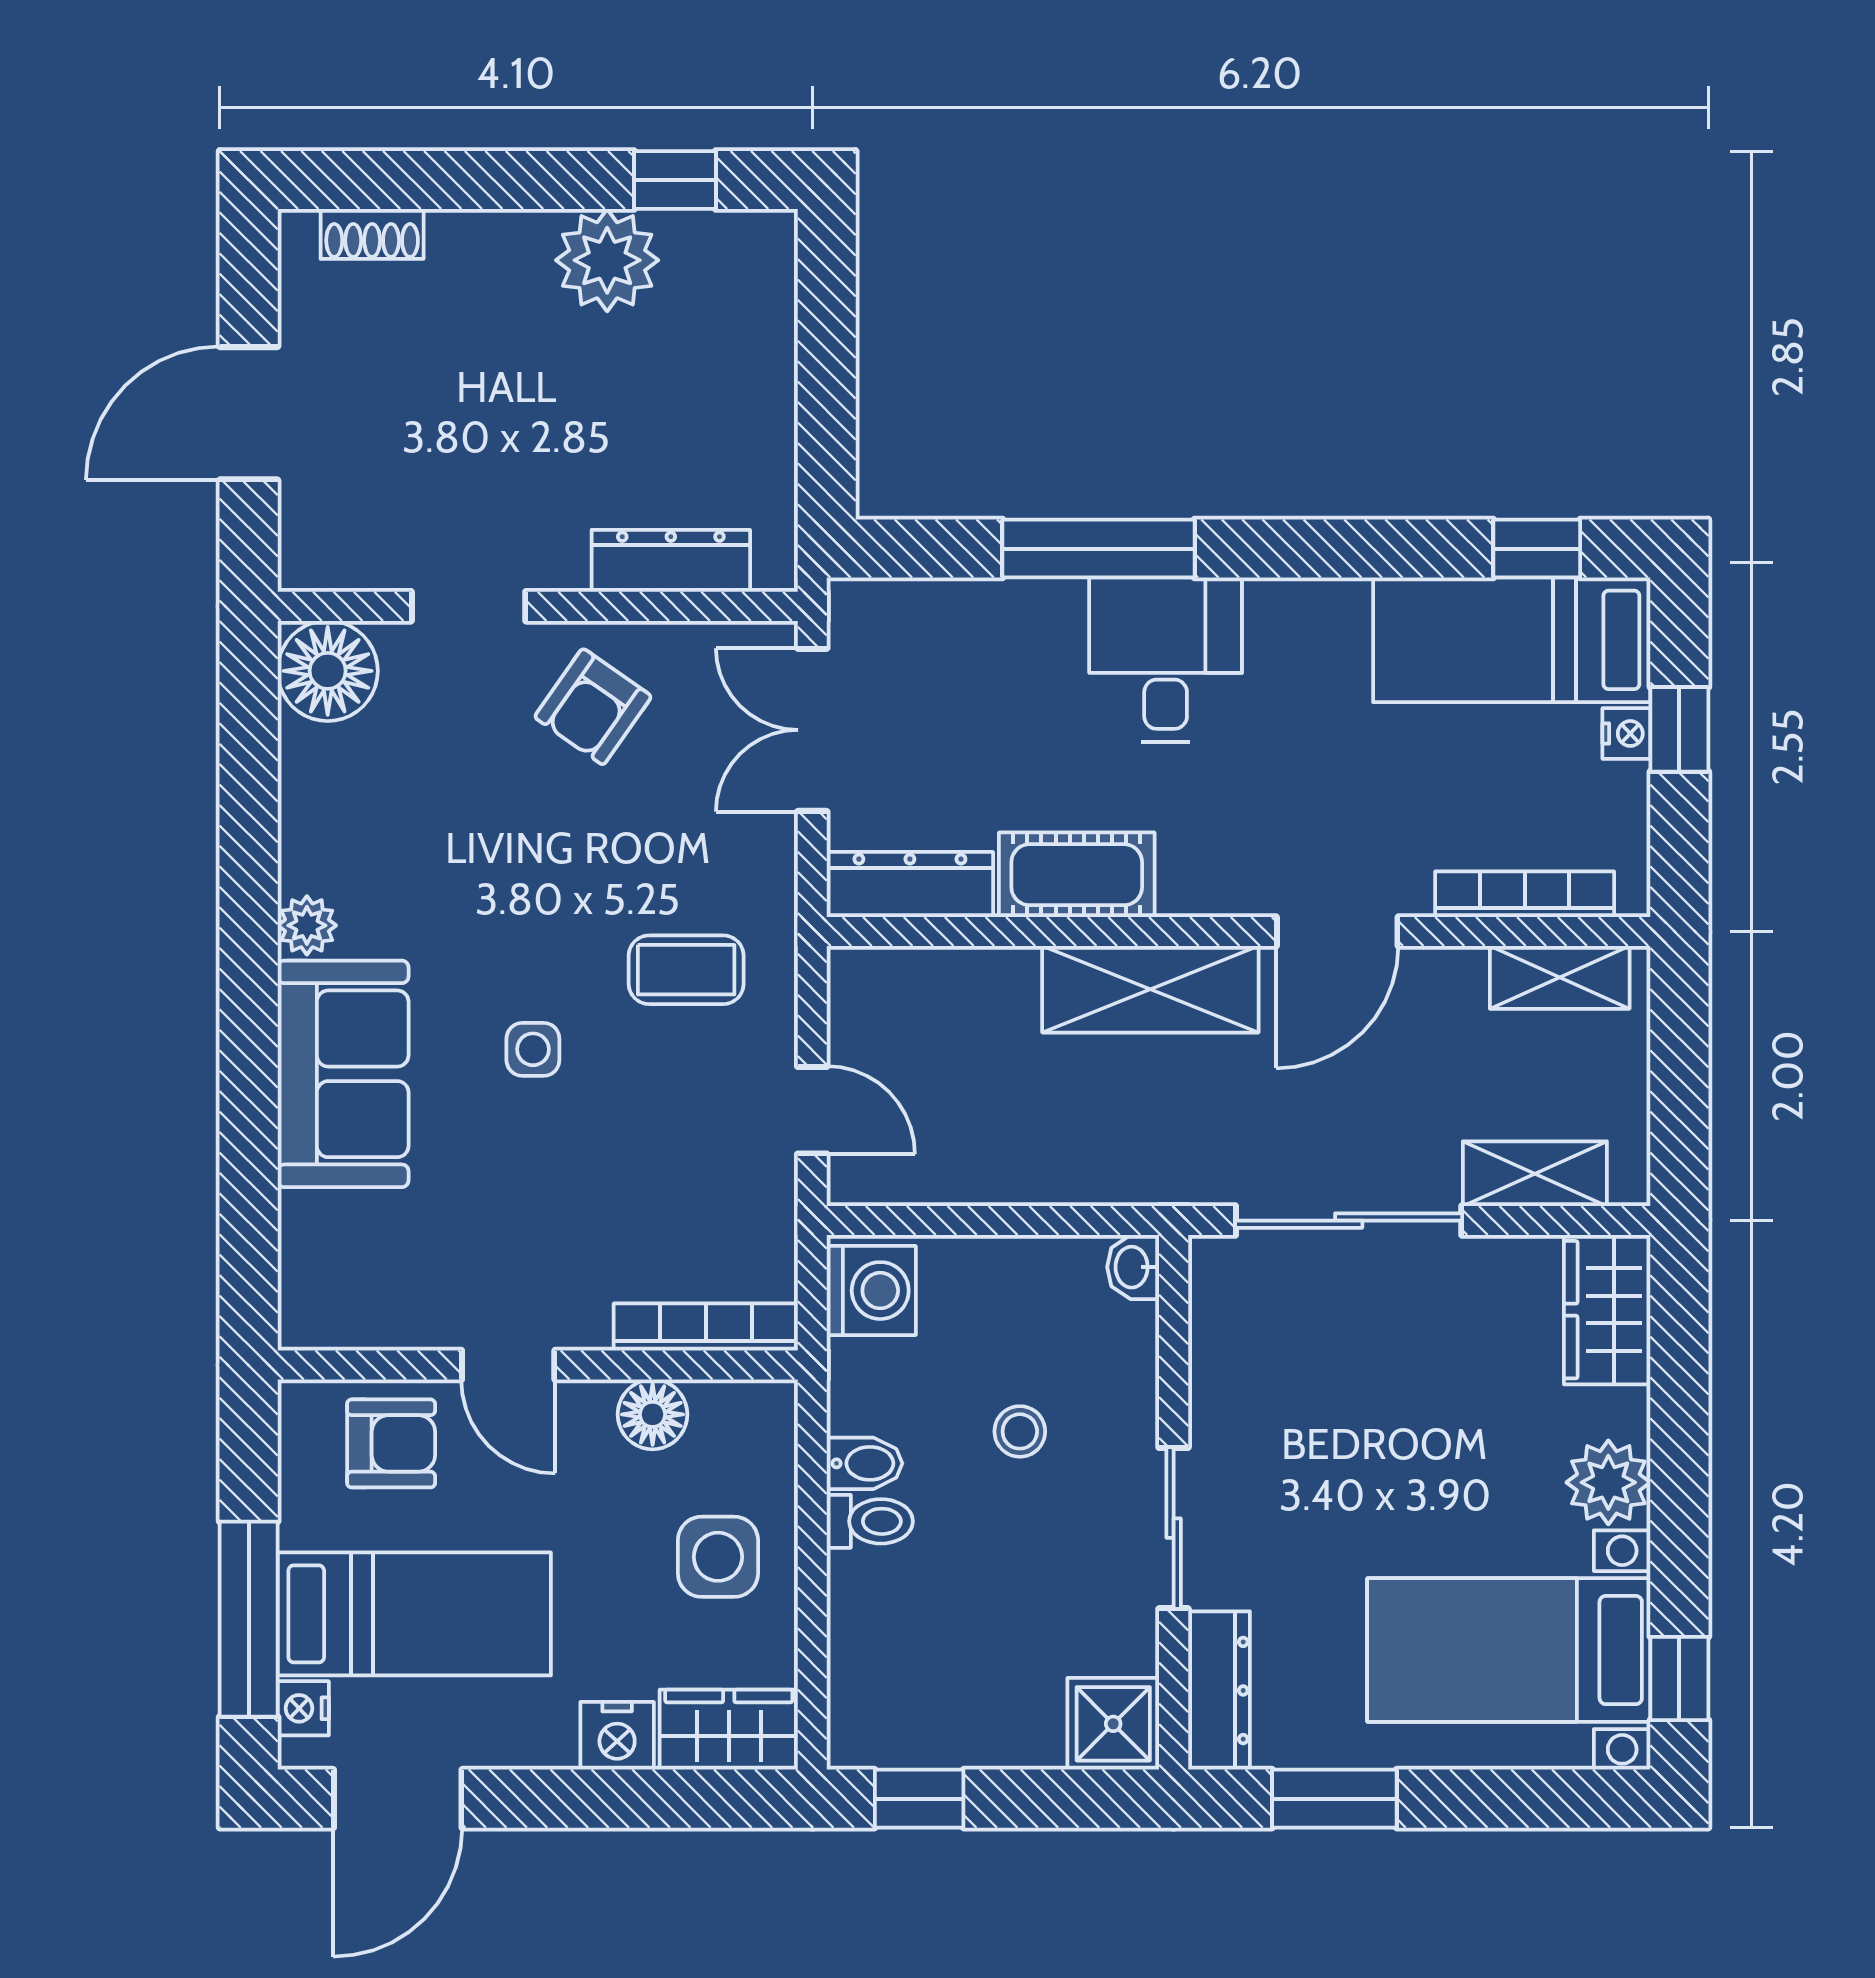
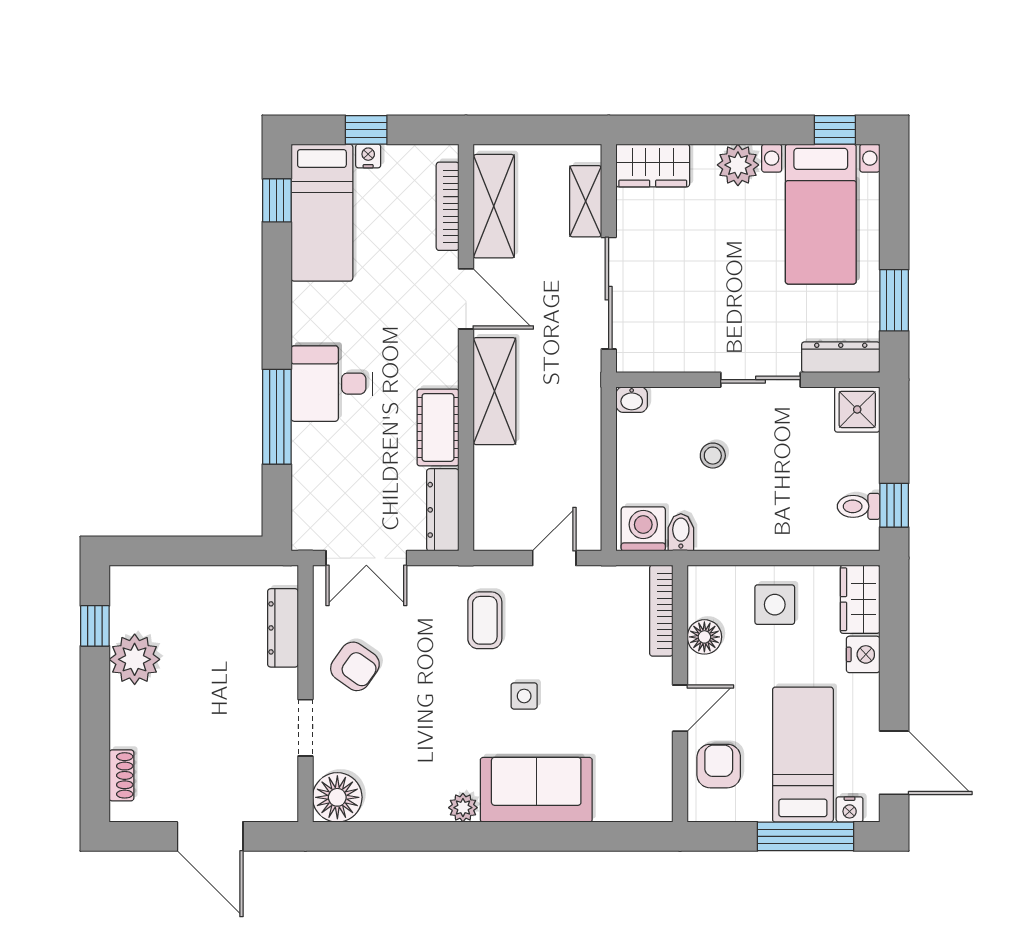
shelving: (1560, 977) -> (494, 206), width x1.50, depth x1.33
bidet: (865, 1463) -> (681, 532), moved
toilet: (870, 1521) -> (859, 506), moved, turned -90

